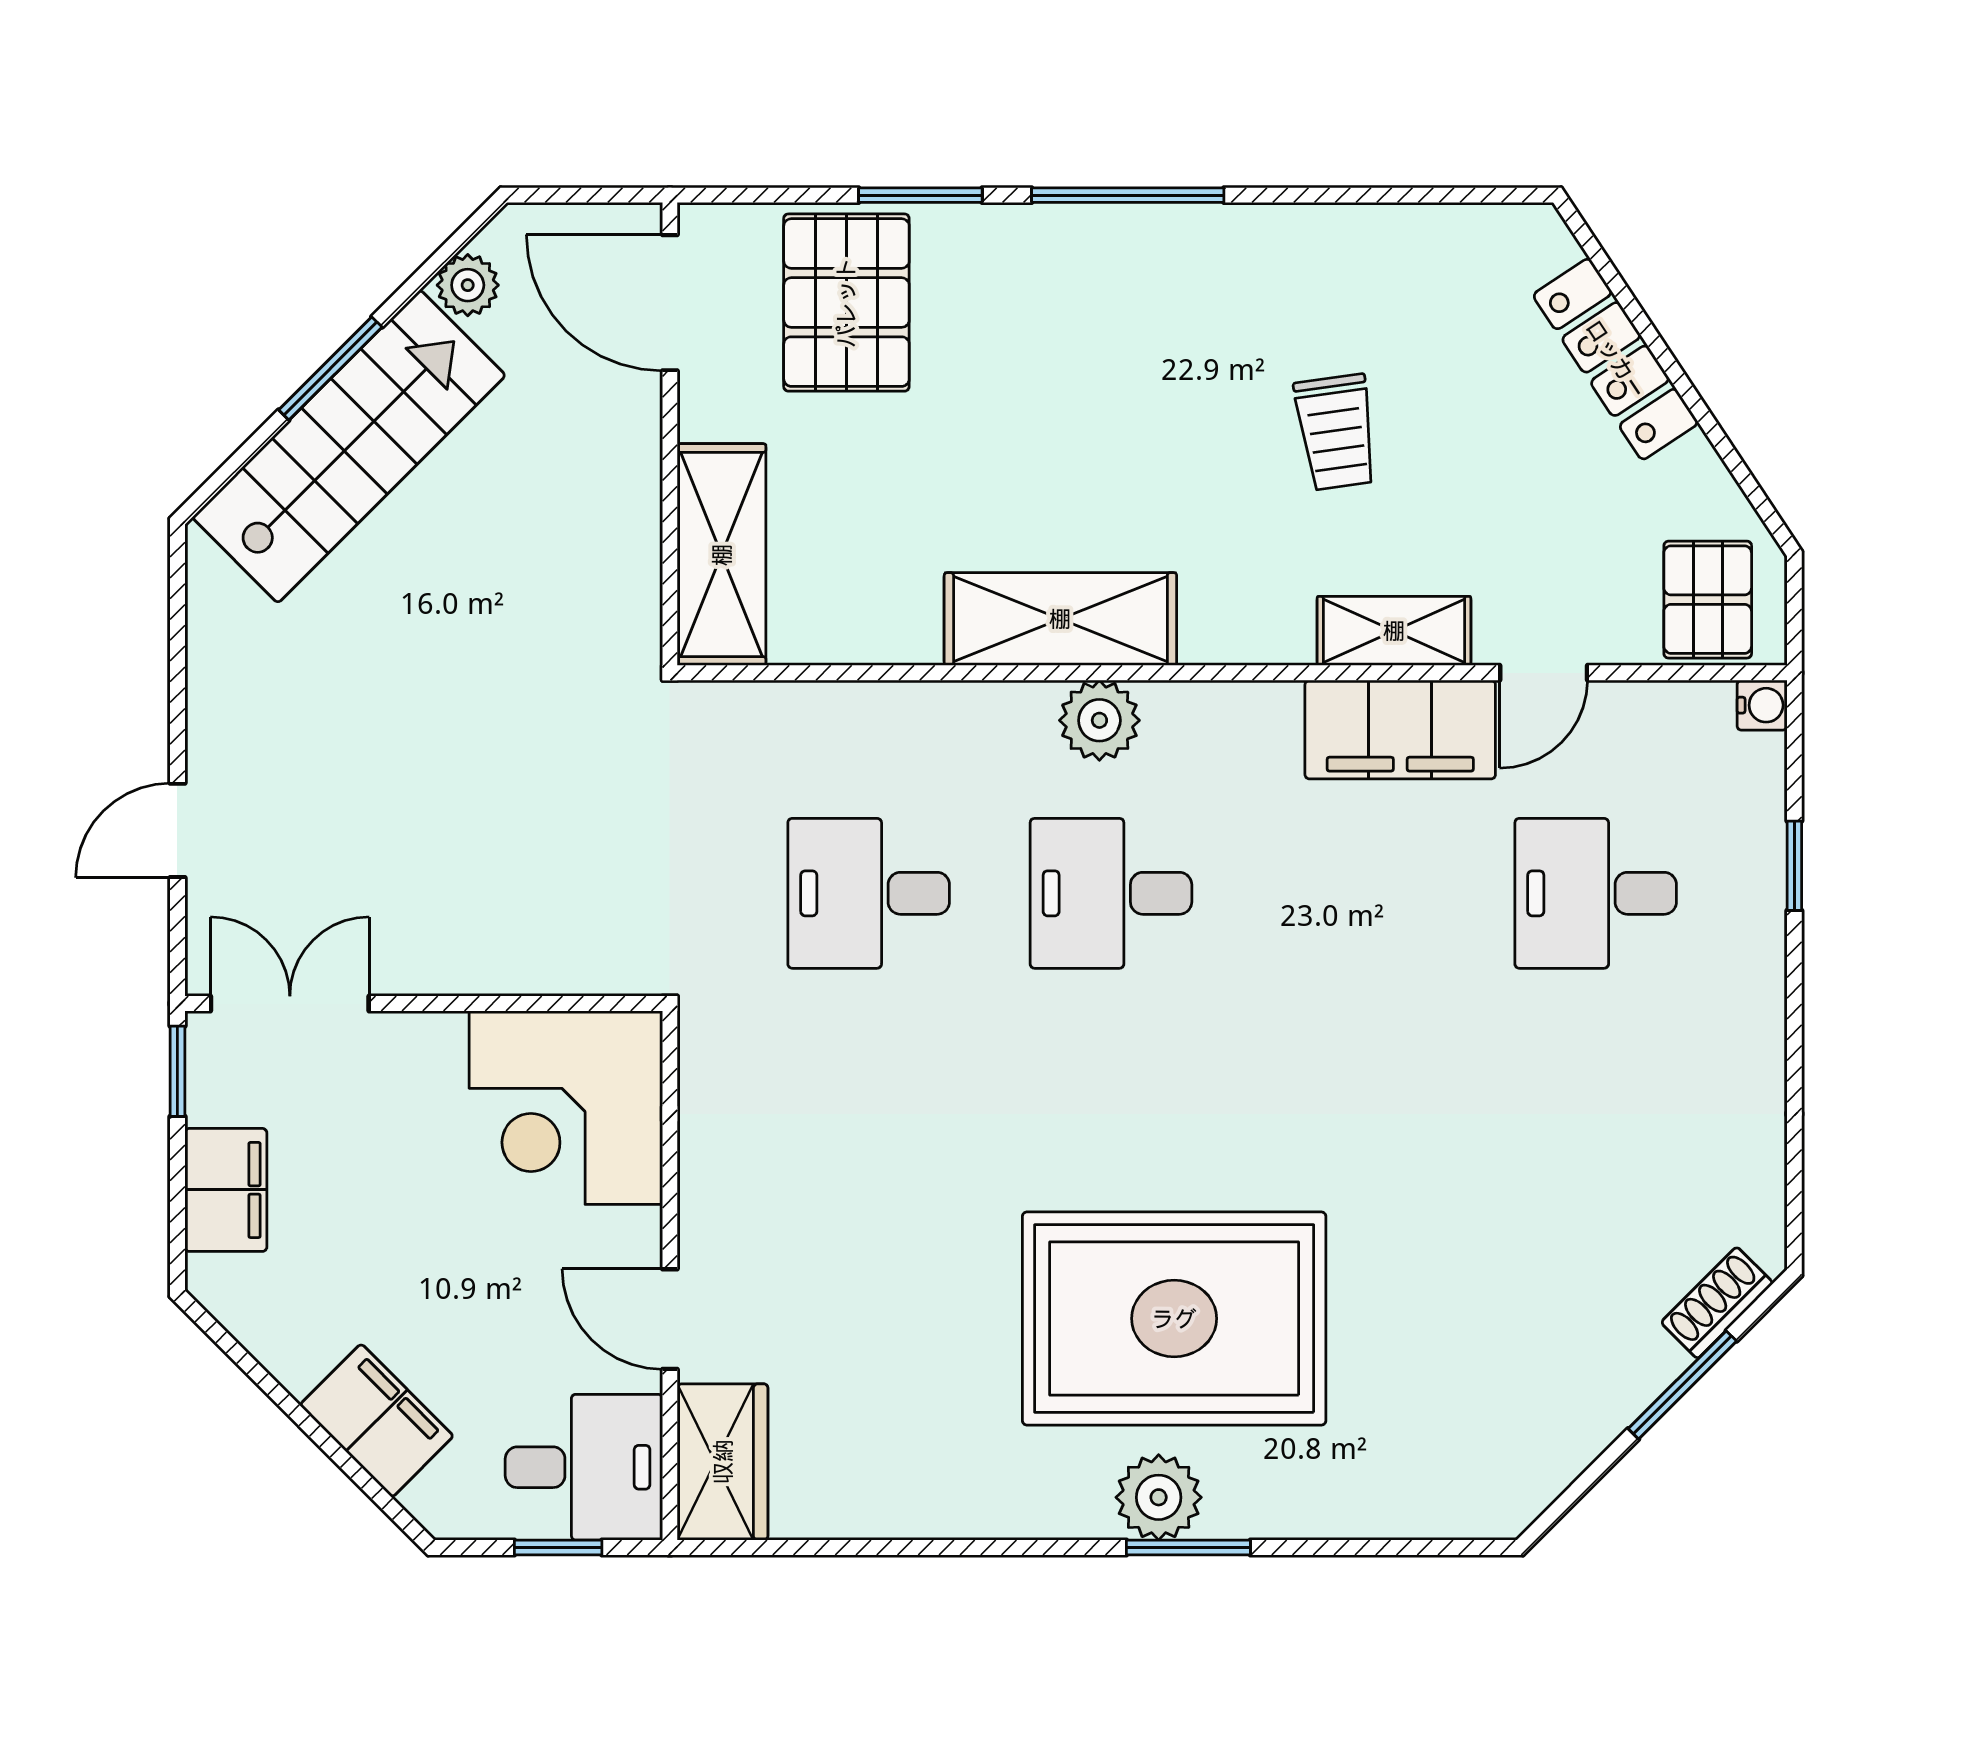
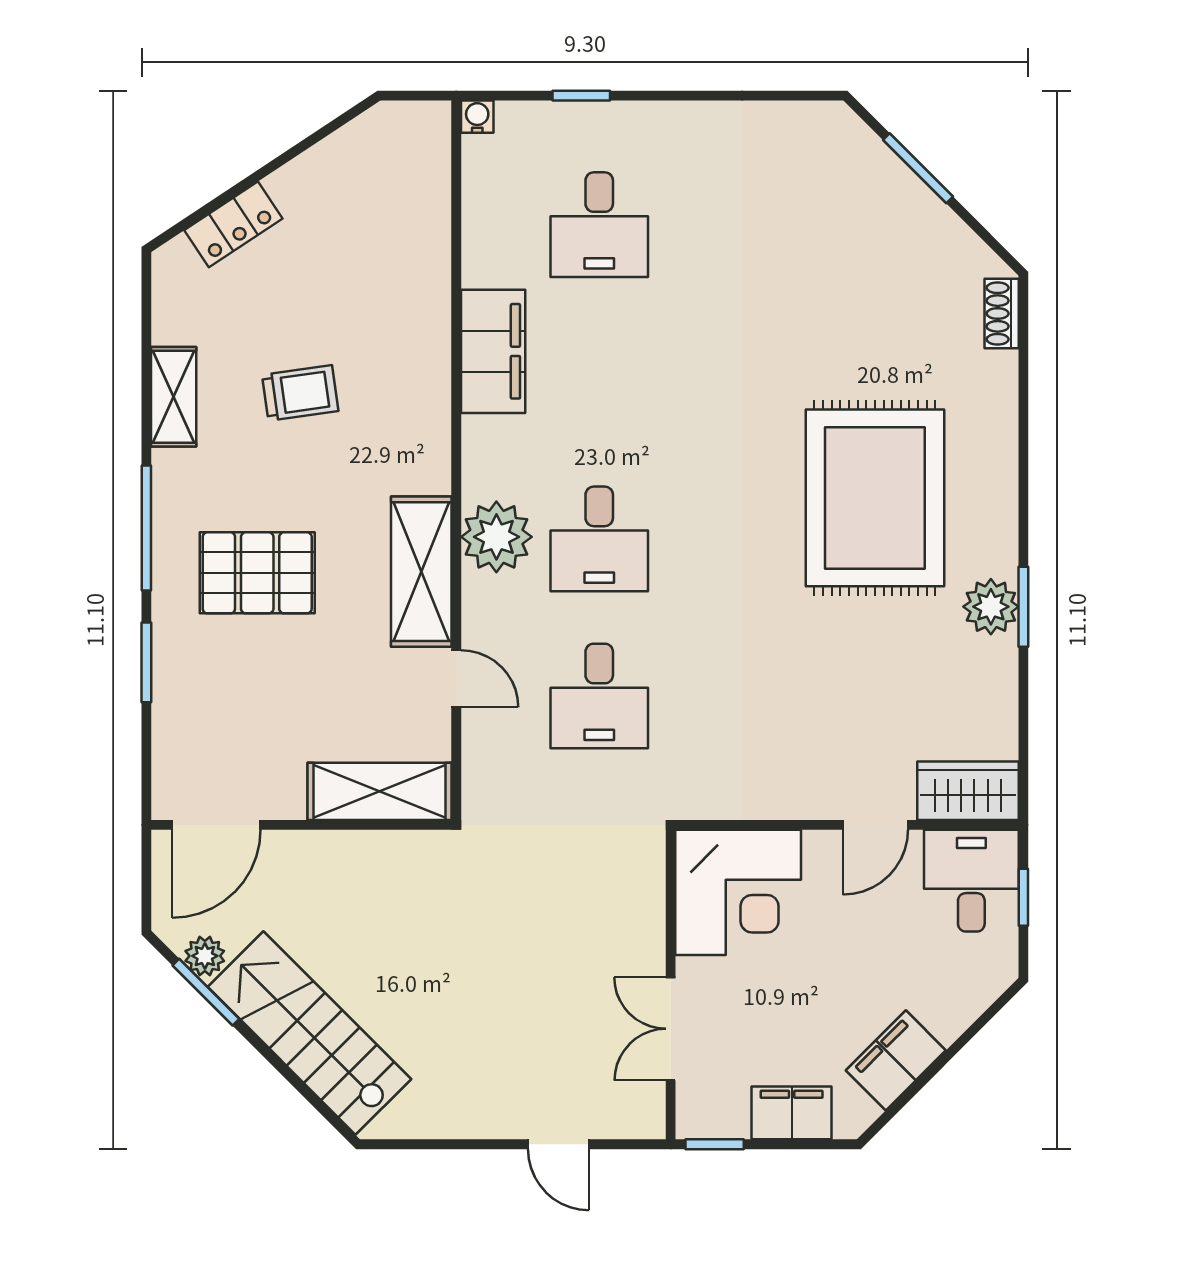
pallet: (846, 303) -> (257, 573), moved
locker: (1616, 359) -> (233, 224), width x0.66
window: (330, 369) -> (206, 992), moved
pallet: (1708, 600) -> (409, 152), removed
shelving: (1394, 631) -> (174, 397), moved
door: (1544, 673) -> (456, 679), moved
plant: (1099, 720) -> (496, 537), width x1.36, depth x1.36
double door: (290, 1004) -> (671, 1029), moved
shoe rack: (1717, 1303) -> (1002, 313), moved, turned 45
filing cabinet: (377, 1421) -> (896, 1060), moved
plant: (1159, 1497) -> (991, 607), moved
window: (1188, 1547) -> (1023, 607), moved

